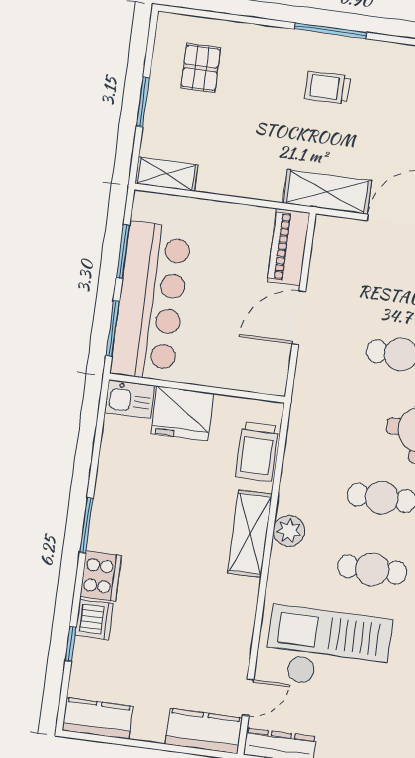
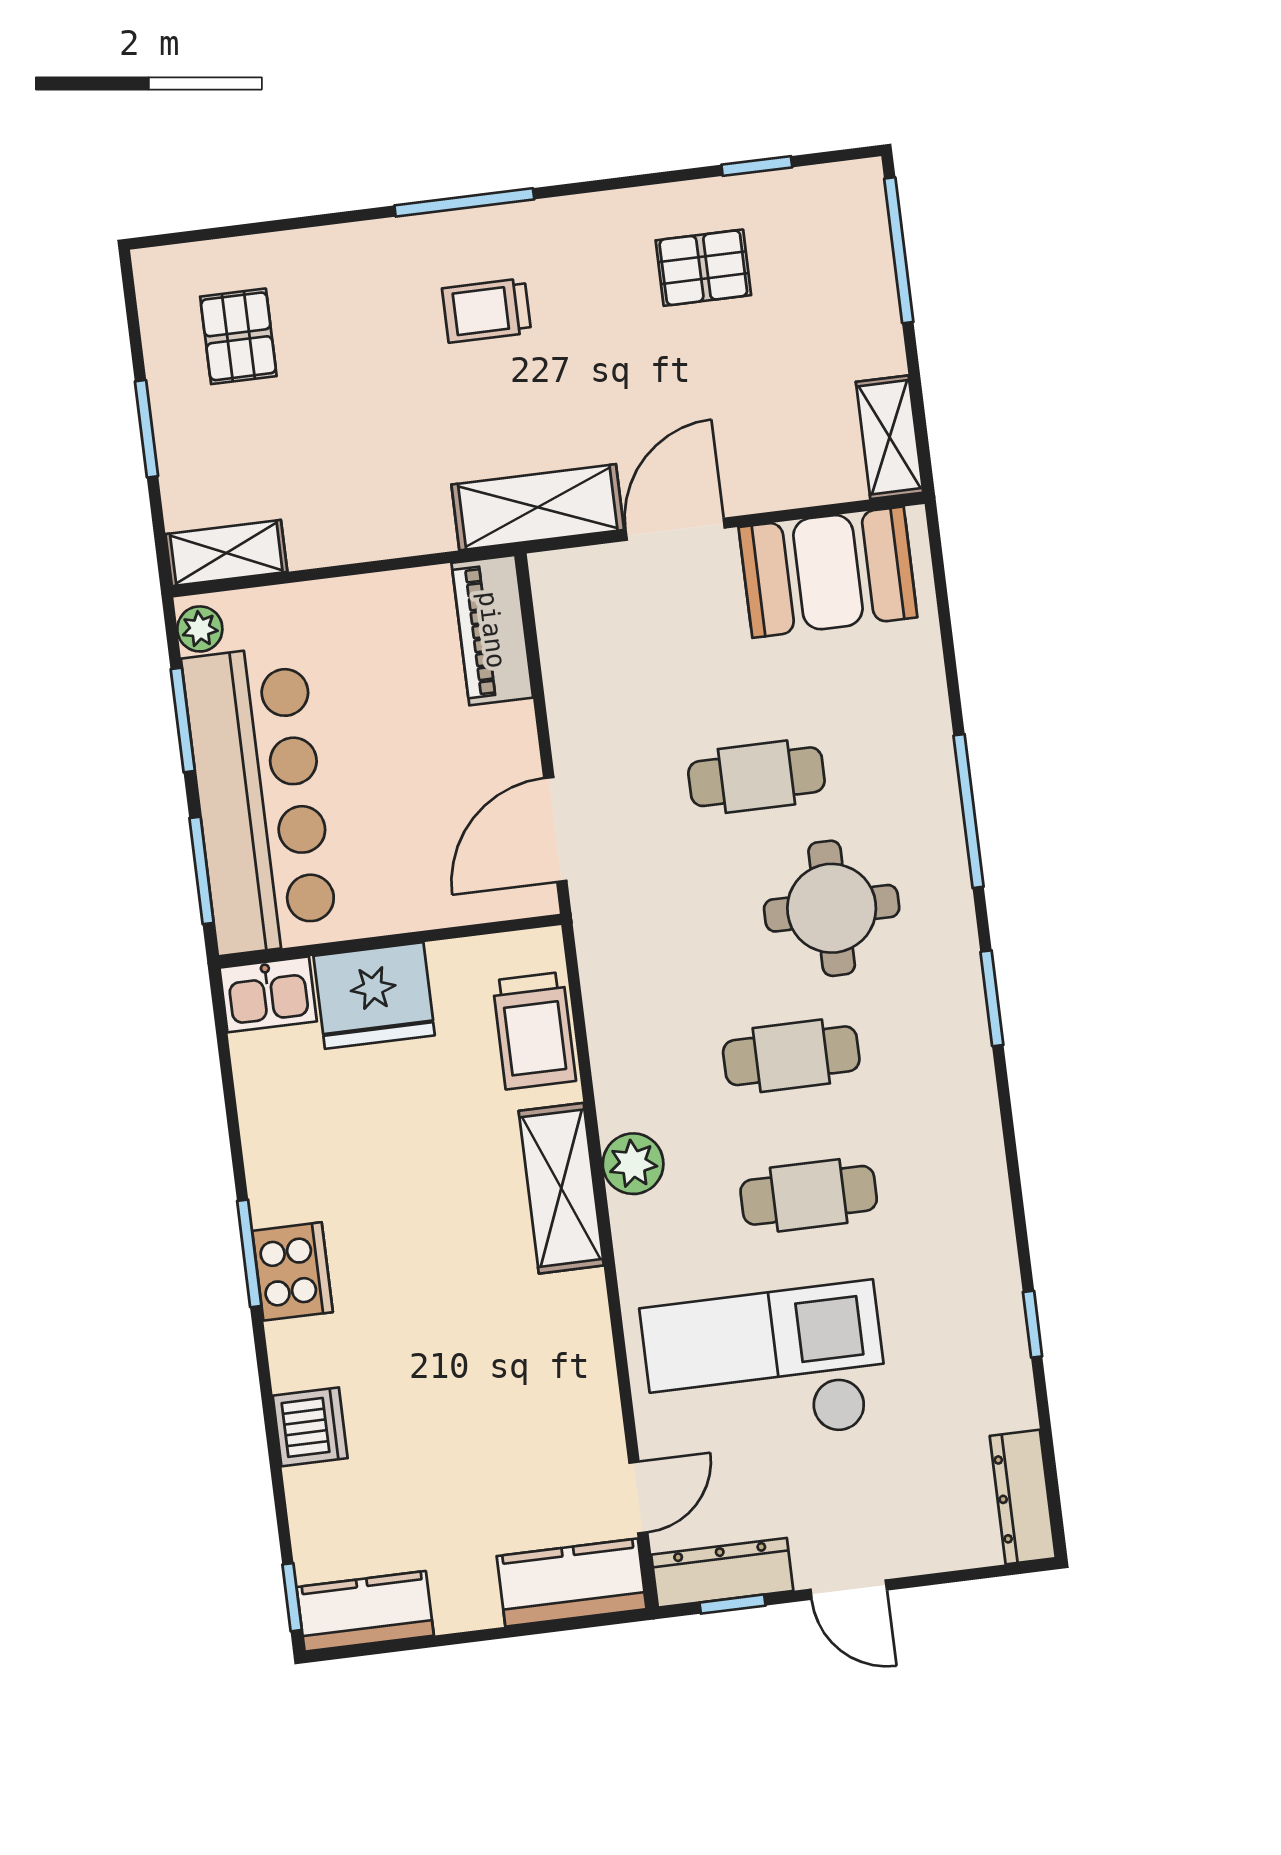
plant: (143, 208) -> (200, 629), added
door: (299, 318) -> (555, 829), moved
cooker: (101, 576) -> (292, 1271), moved
window: (71, 644) -> (292, 1597), moved

